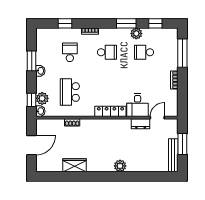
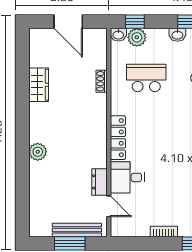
bench: (173, 155) -> (77, 230), moved

